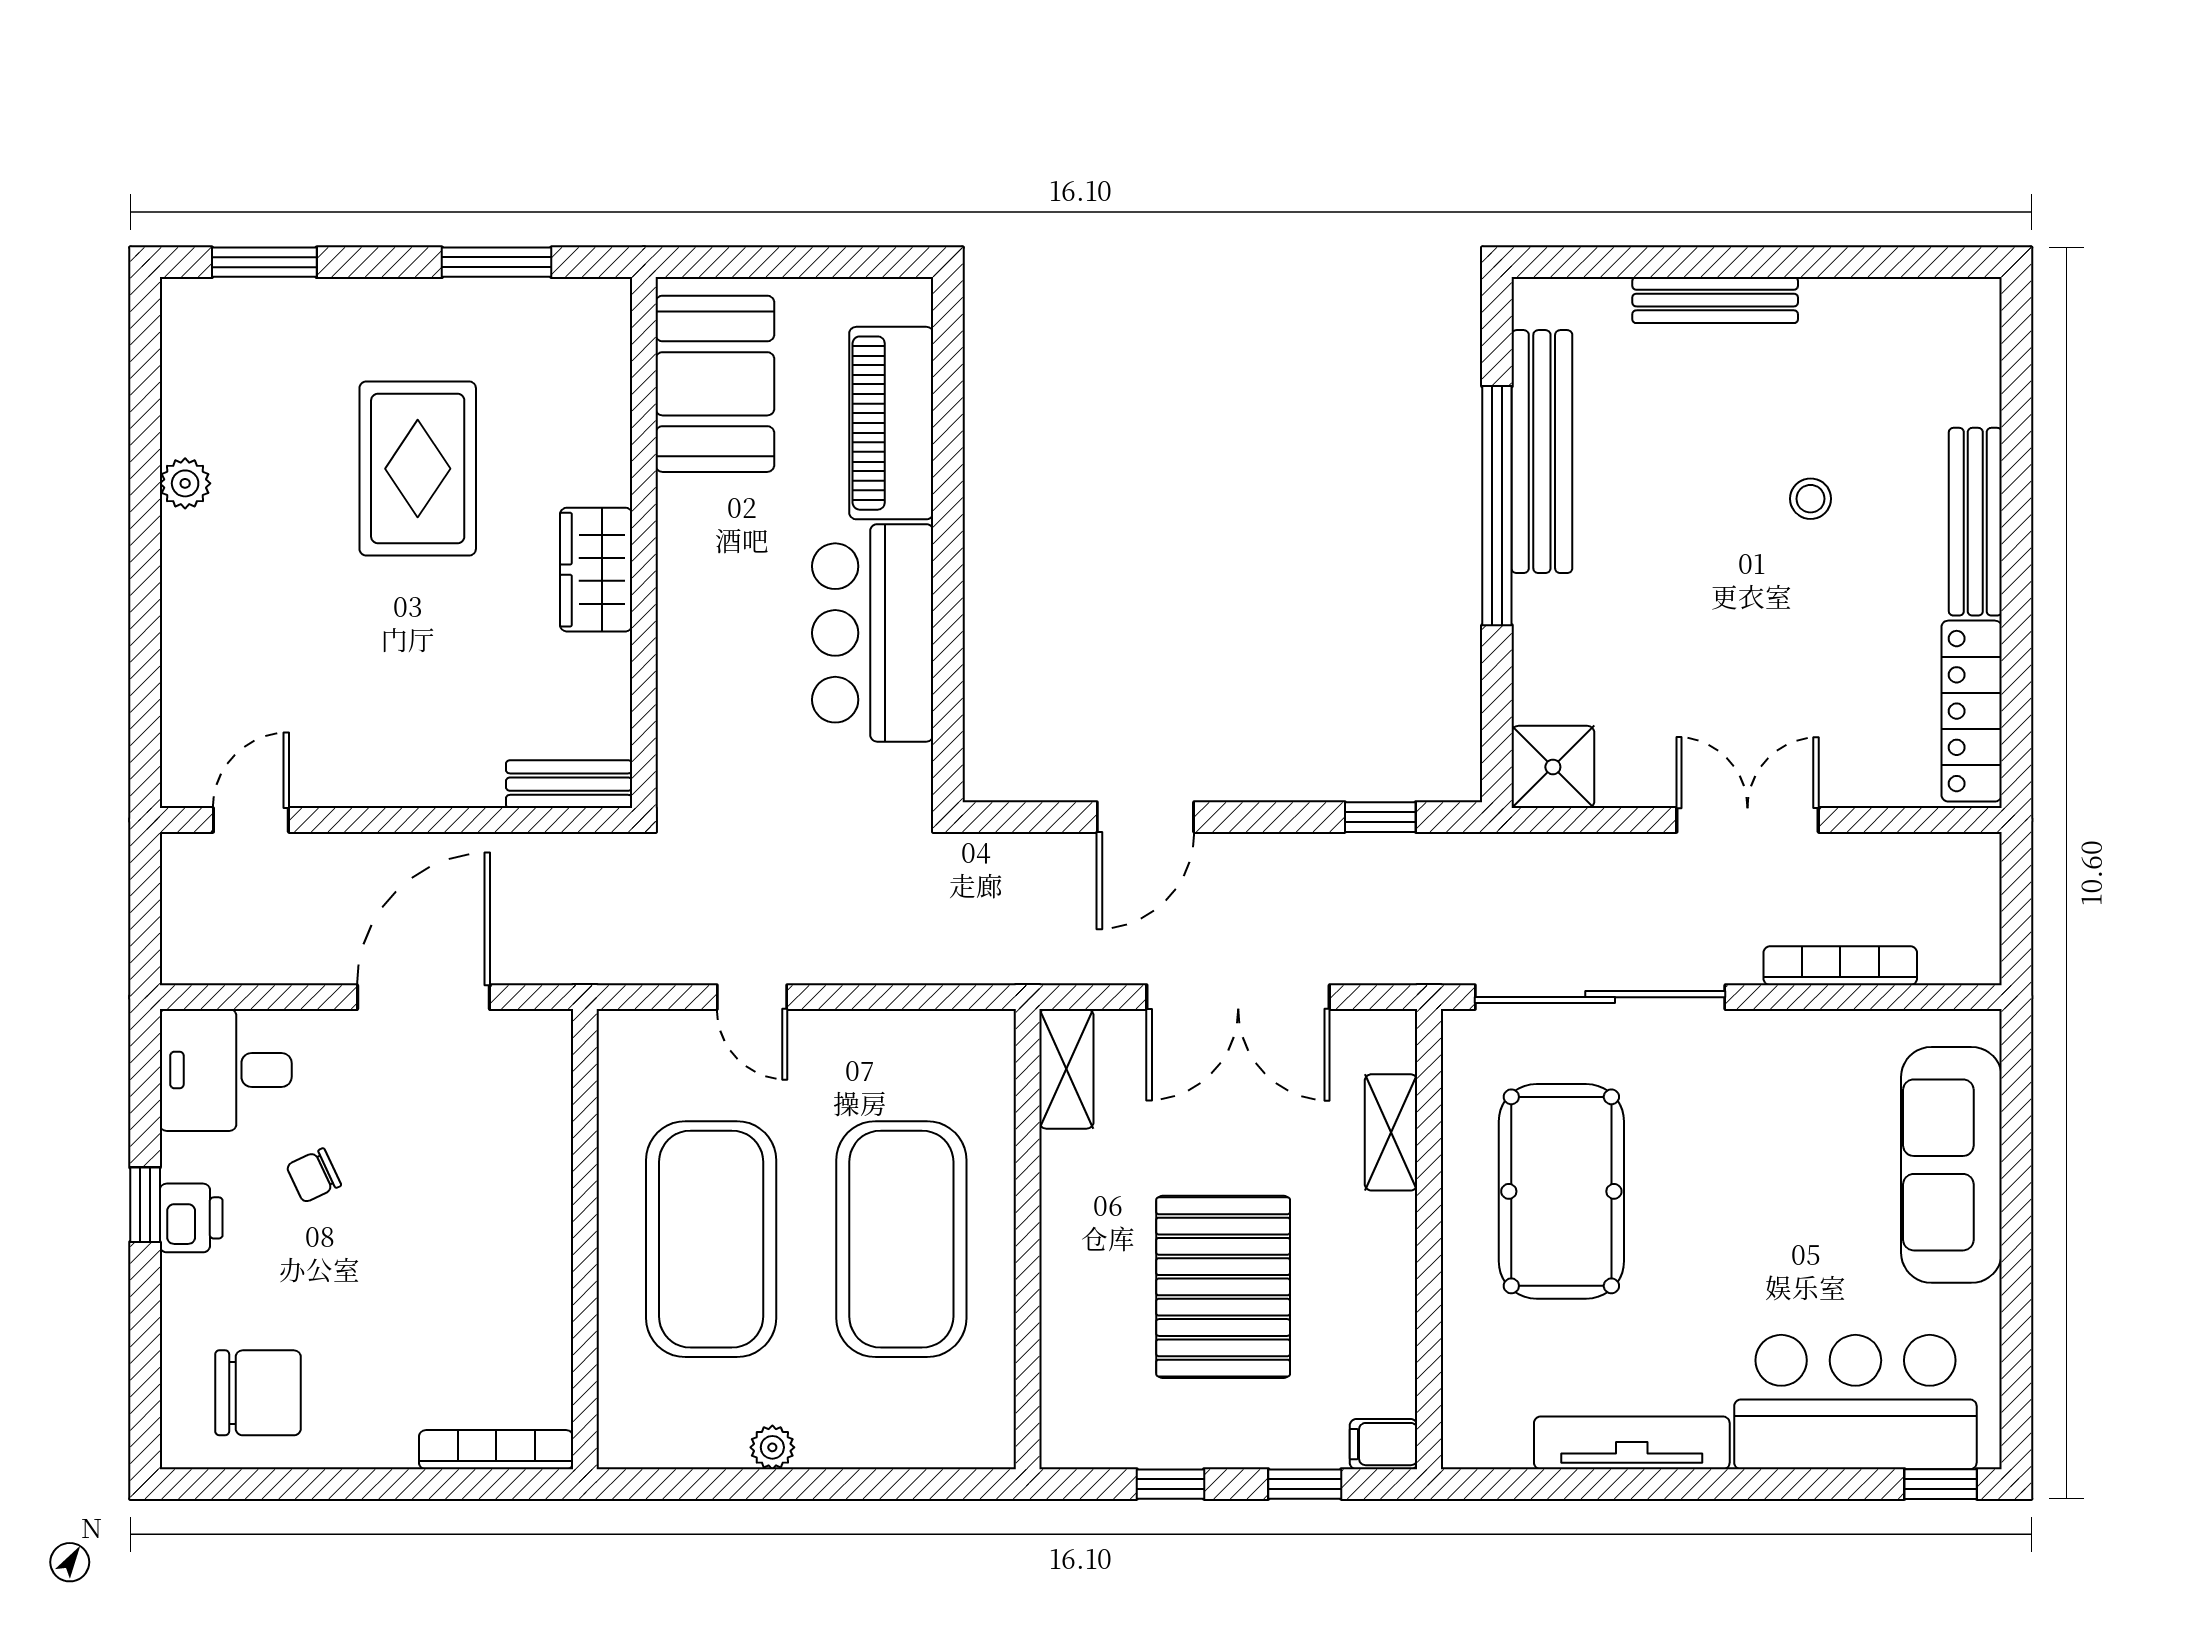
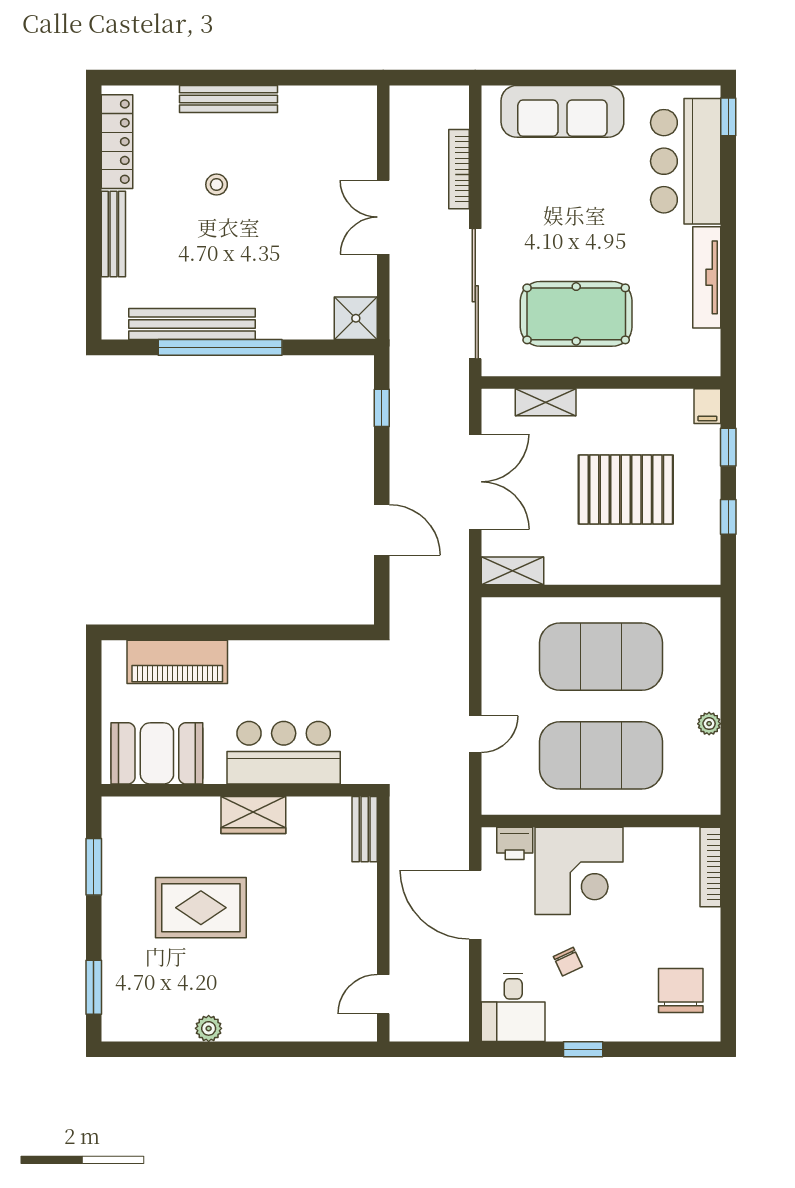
bar counter: (873, 633) -> (284, 753), moved, turned 180
locker: (1972, 711) -> (117, 142), moved, turned -90
door: (251, 820) -> (383, 994), hinge flipped
corner desk: (489, 1197) -> (579, 871), added
printer: (191, 1218) -> (515, 843), moved, turned 180

